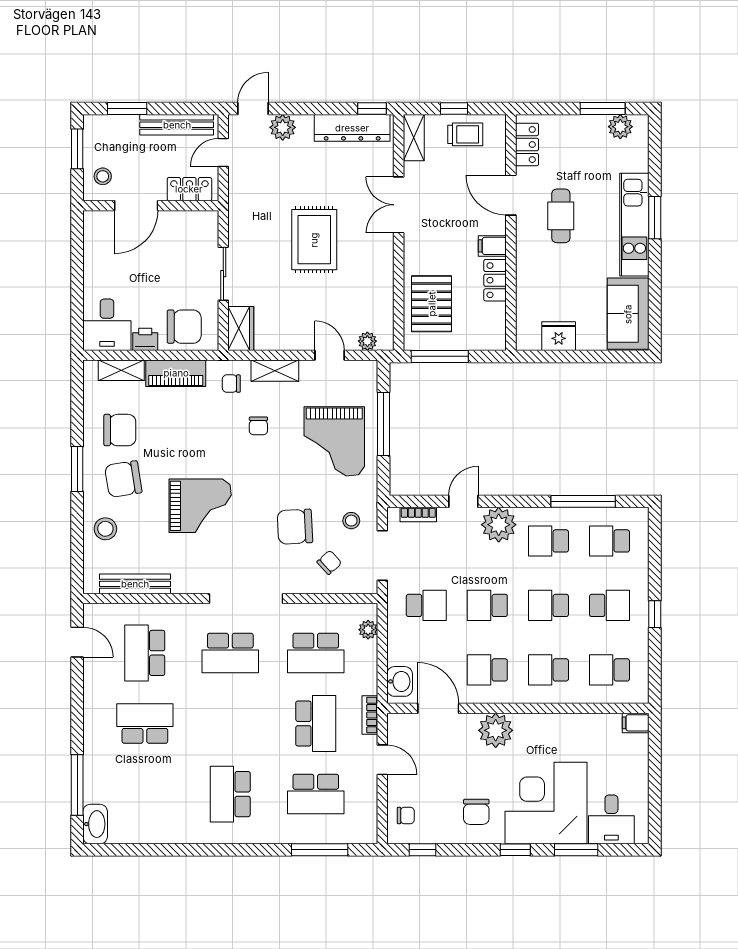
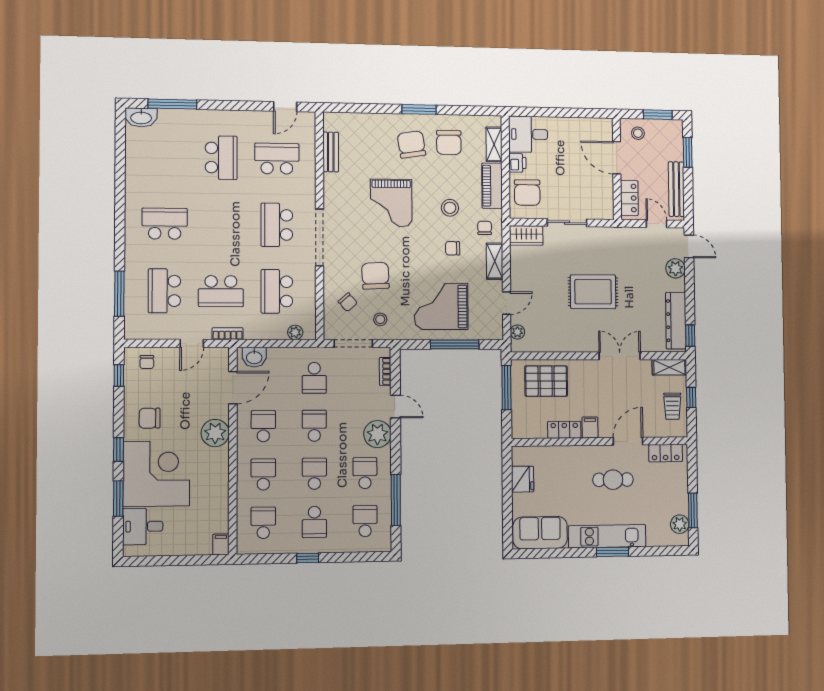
stool: (105, 529) -> (450, 208), moved
bench: (135, 584) -> (331, 152), width x0.73

